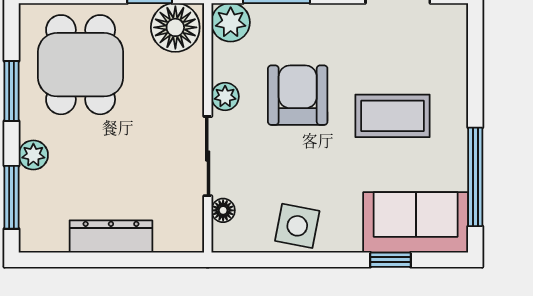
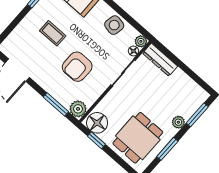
plant: (225, 96) -> (141, 41), moved
coffee table: (392, 116) -> (53, 33), width x0.73, depth x0.77
dresser: (111, 237) -> (160, 60), moved

